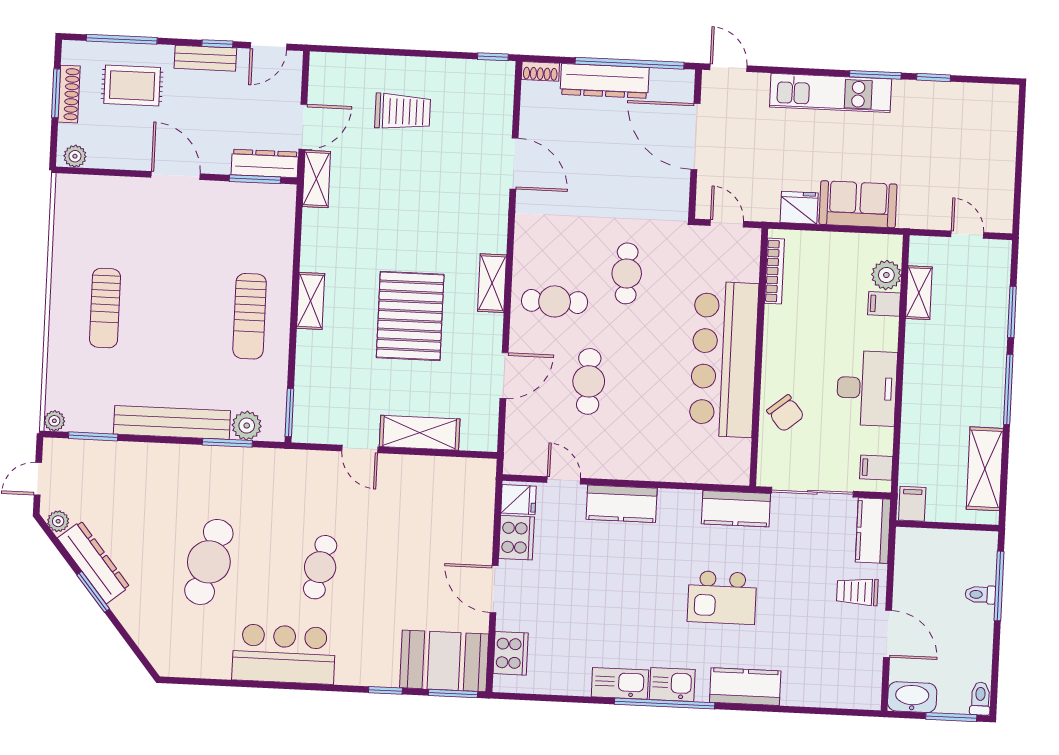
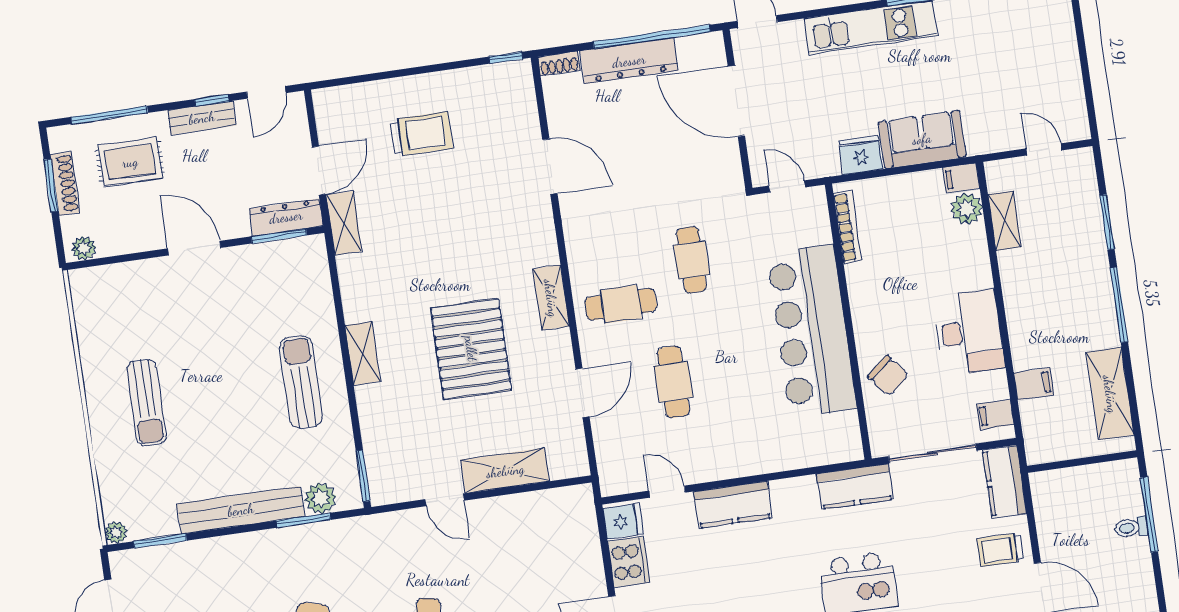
filing cabinet: (884, 304) -> (961, 178), moved
sun lounger: (250, 316) -> (301, 382), turned 180
filing cabinet: (912, 504) -> (1034, 384), moved, turned 90

